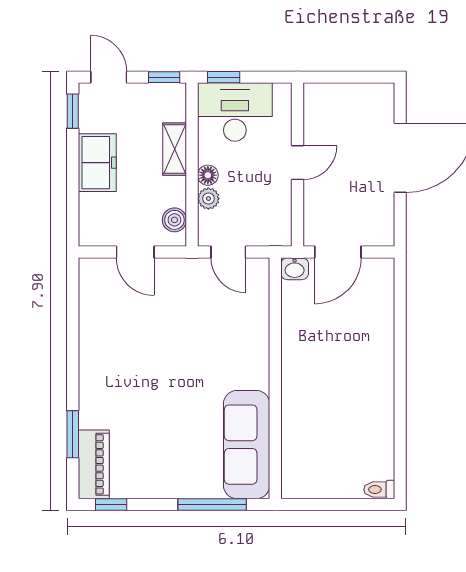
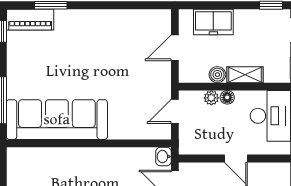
freezer: (97, 163) -> (213, 22), moved
boiler: (174, 220) -> (217, 75), moved
sofa: (247, 445) -> (57, 120), width x1.36, depth x1.27

